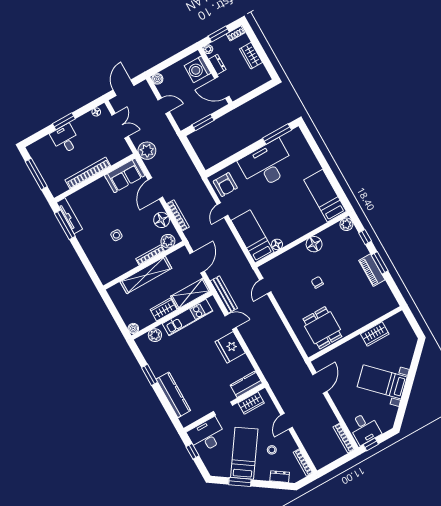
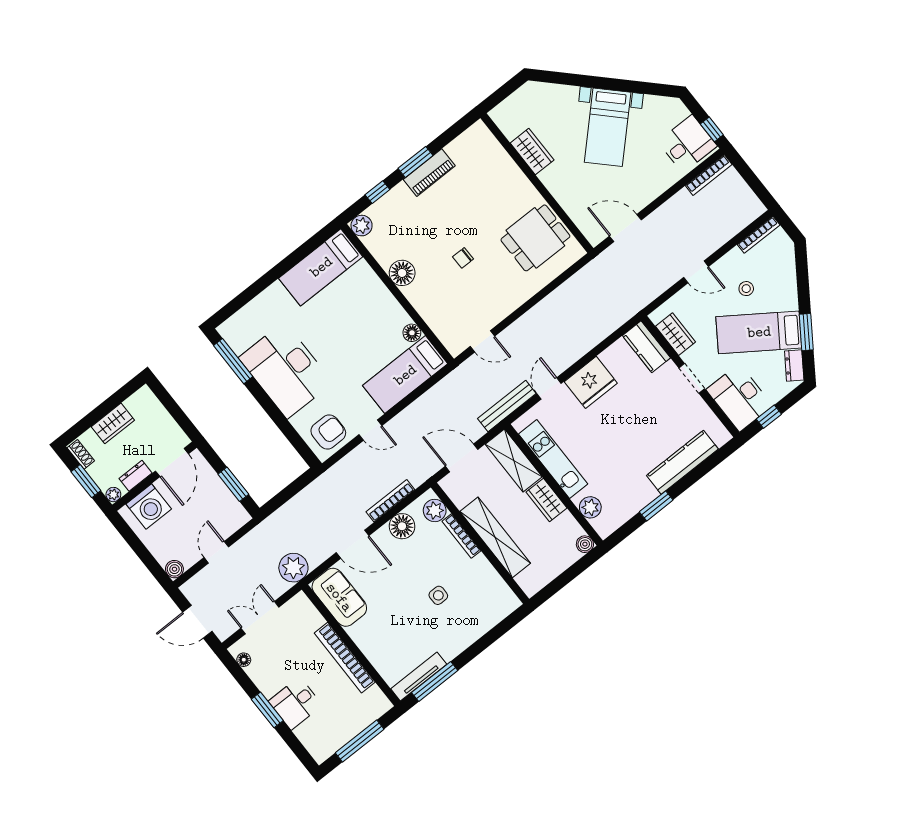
dresser: (280, 477) -> (794, 366), moved

